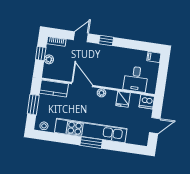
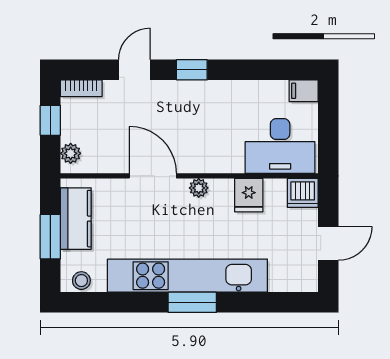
plant: (49, 59) -> (71, 153), moved
desk: (136, 79) -> (280, 146), width x1.37
kitchen counter: (54, 88) -> (76, 219), moved, turned -90

